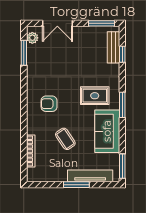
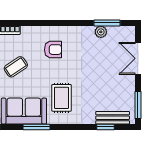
plant: (32, 38) -> (101, 32), moved
armchair: (49, 104) -> (53, 50), turned 90
window: (122, 105) -> (36, 127), moved

